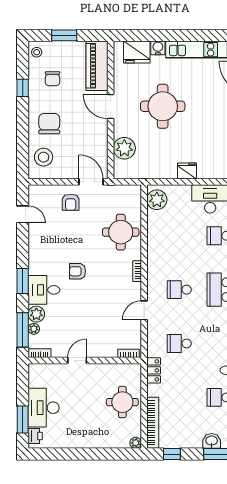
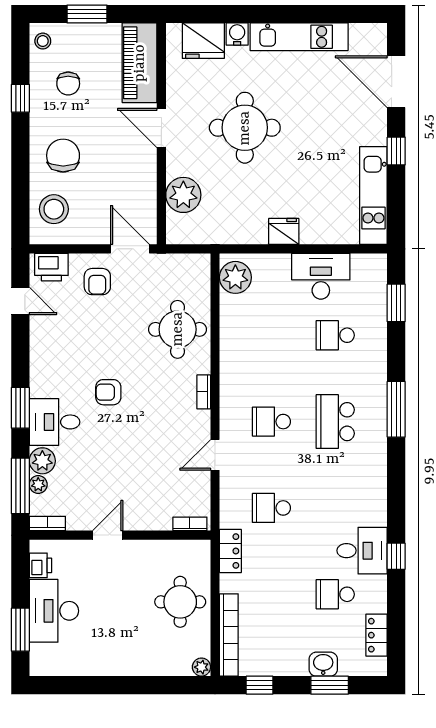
printer: (42, 193) -> (51, 267), added
printer: (35, 436) -> (40, 565), moved

